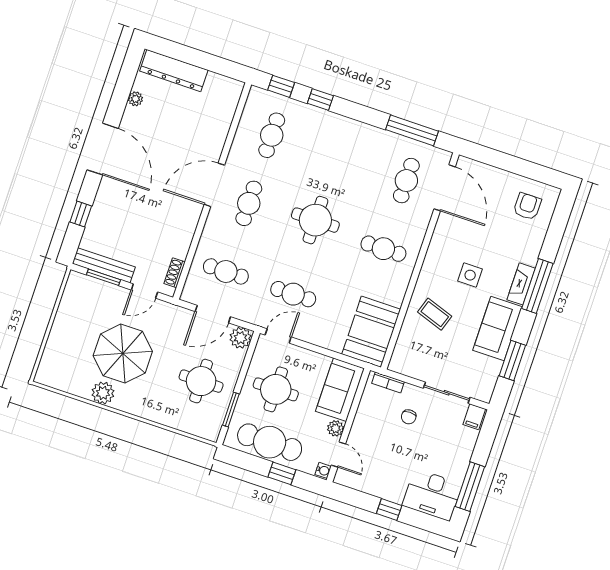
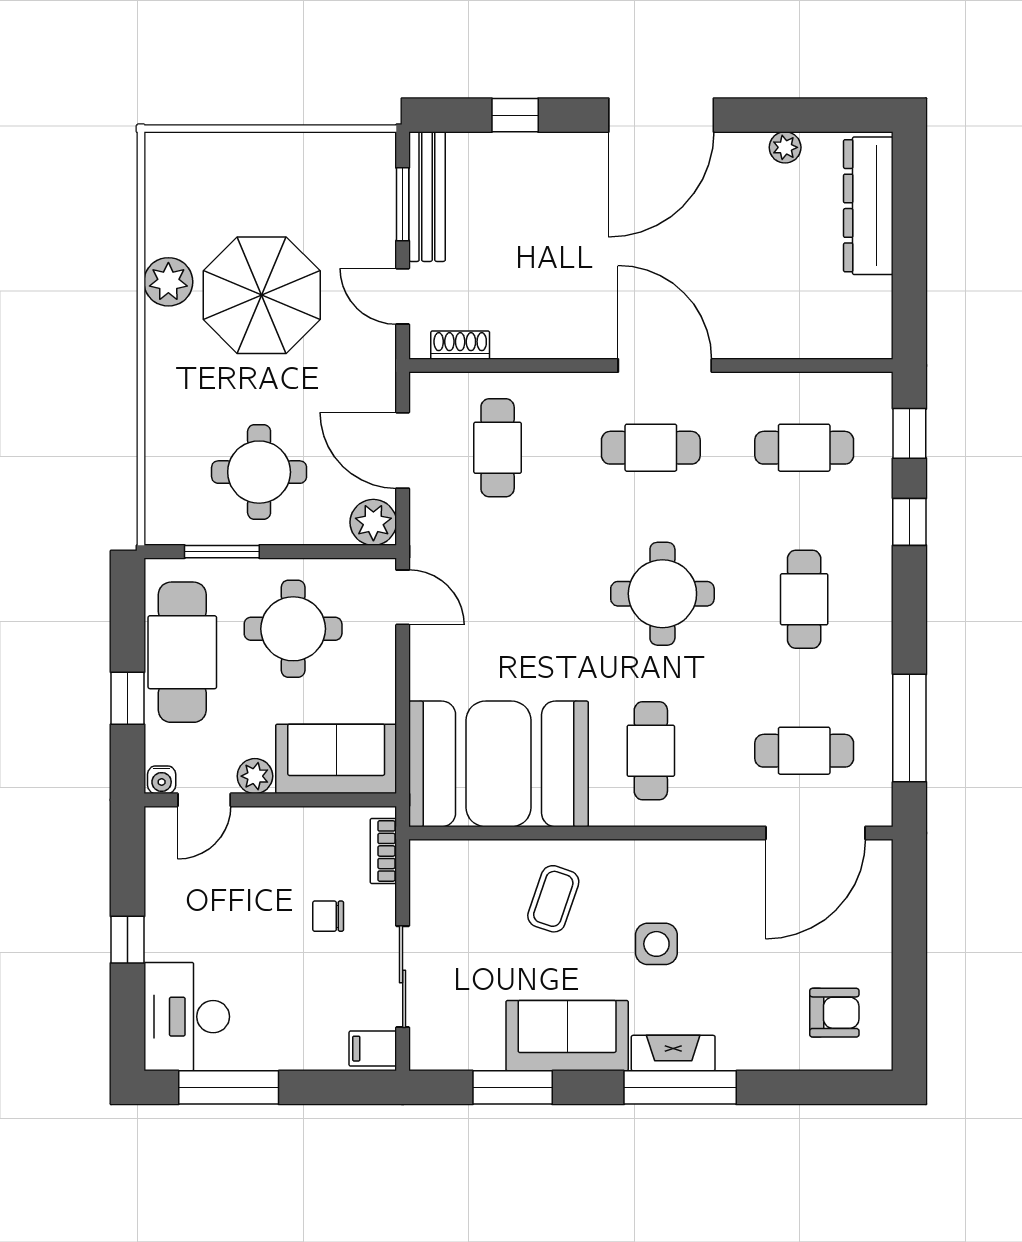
cafe table: (293, 294) -> (804, 599), moved
booth: (371, 332) -> (499, 764), width x1.36, depth x1.42

